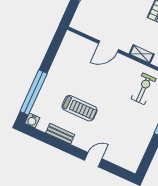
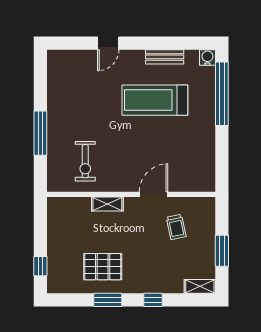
trolley: (103, 18) -> (176, 227), added
treadmill: (80, 108) -> (155, 100), width x1.37, depth x1.38

